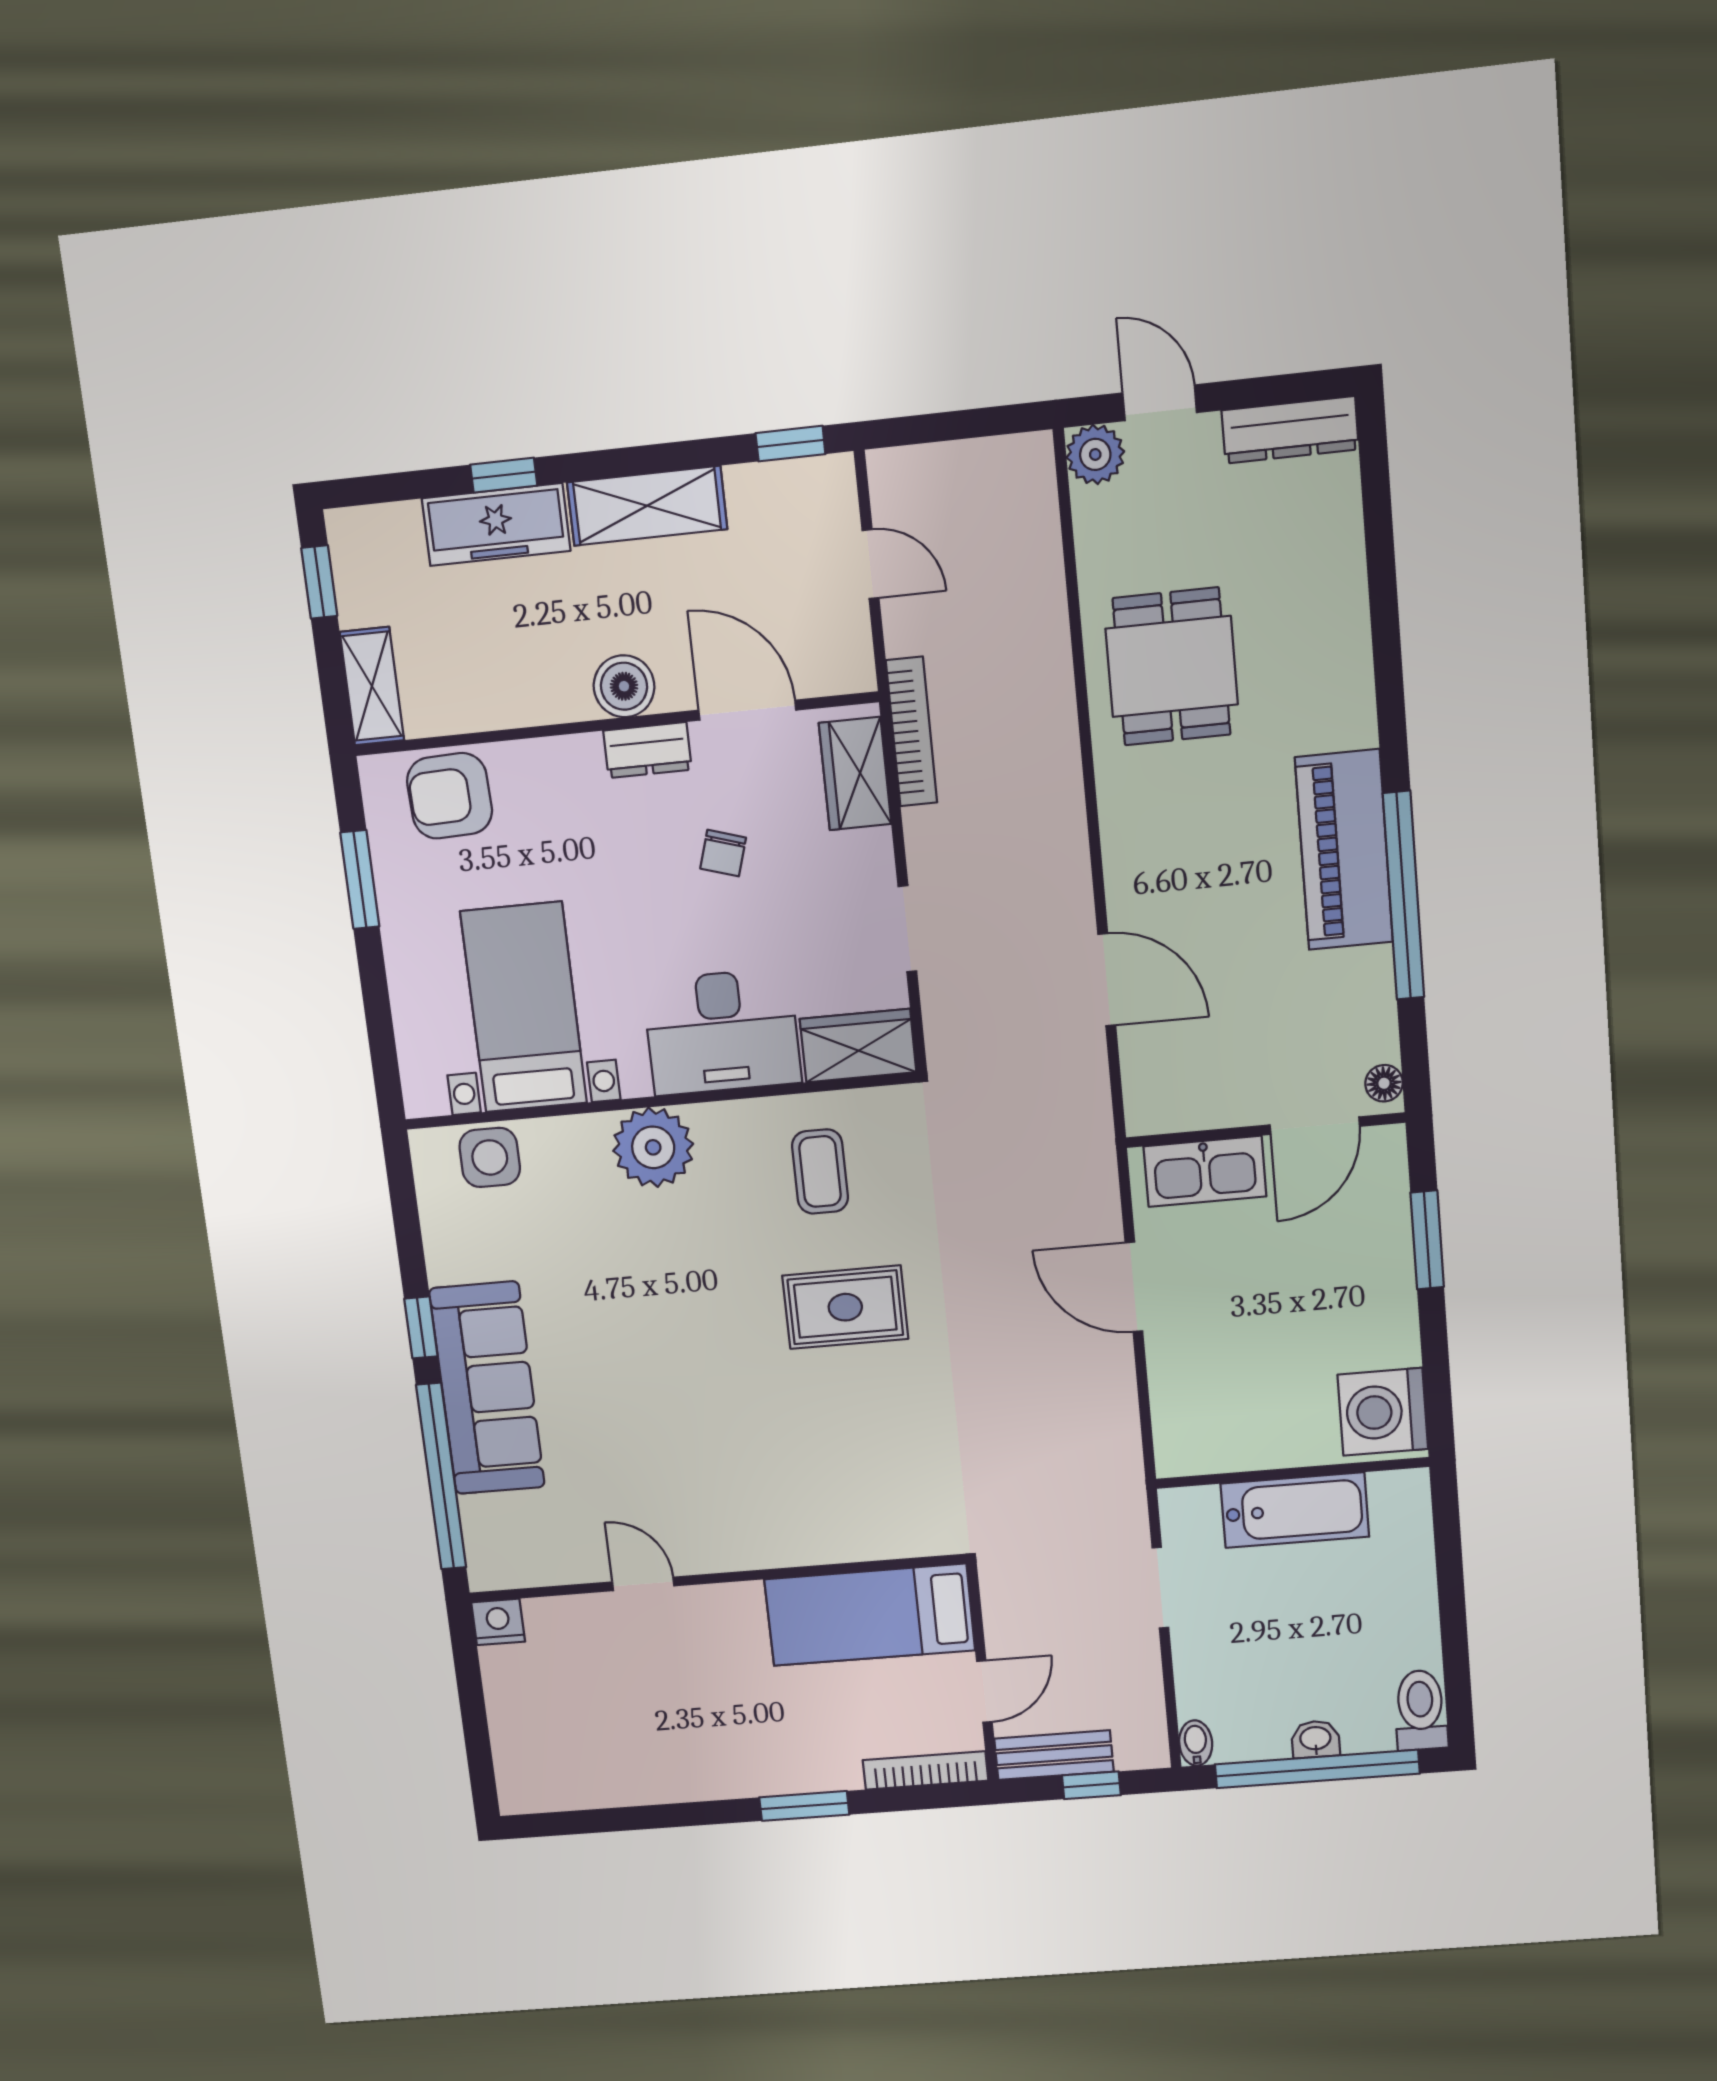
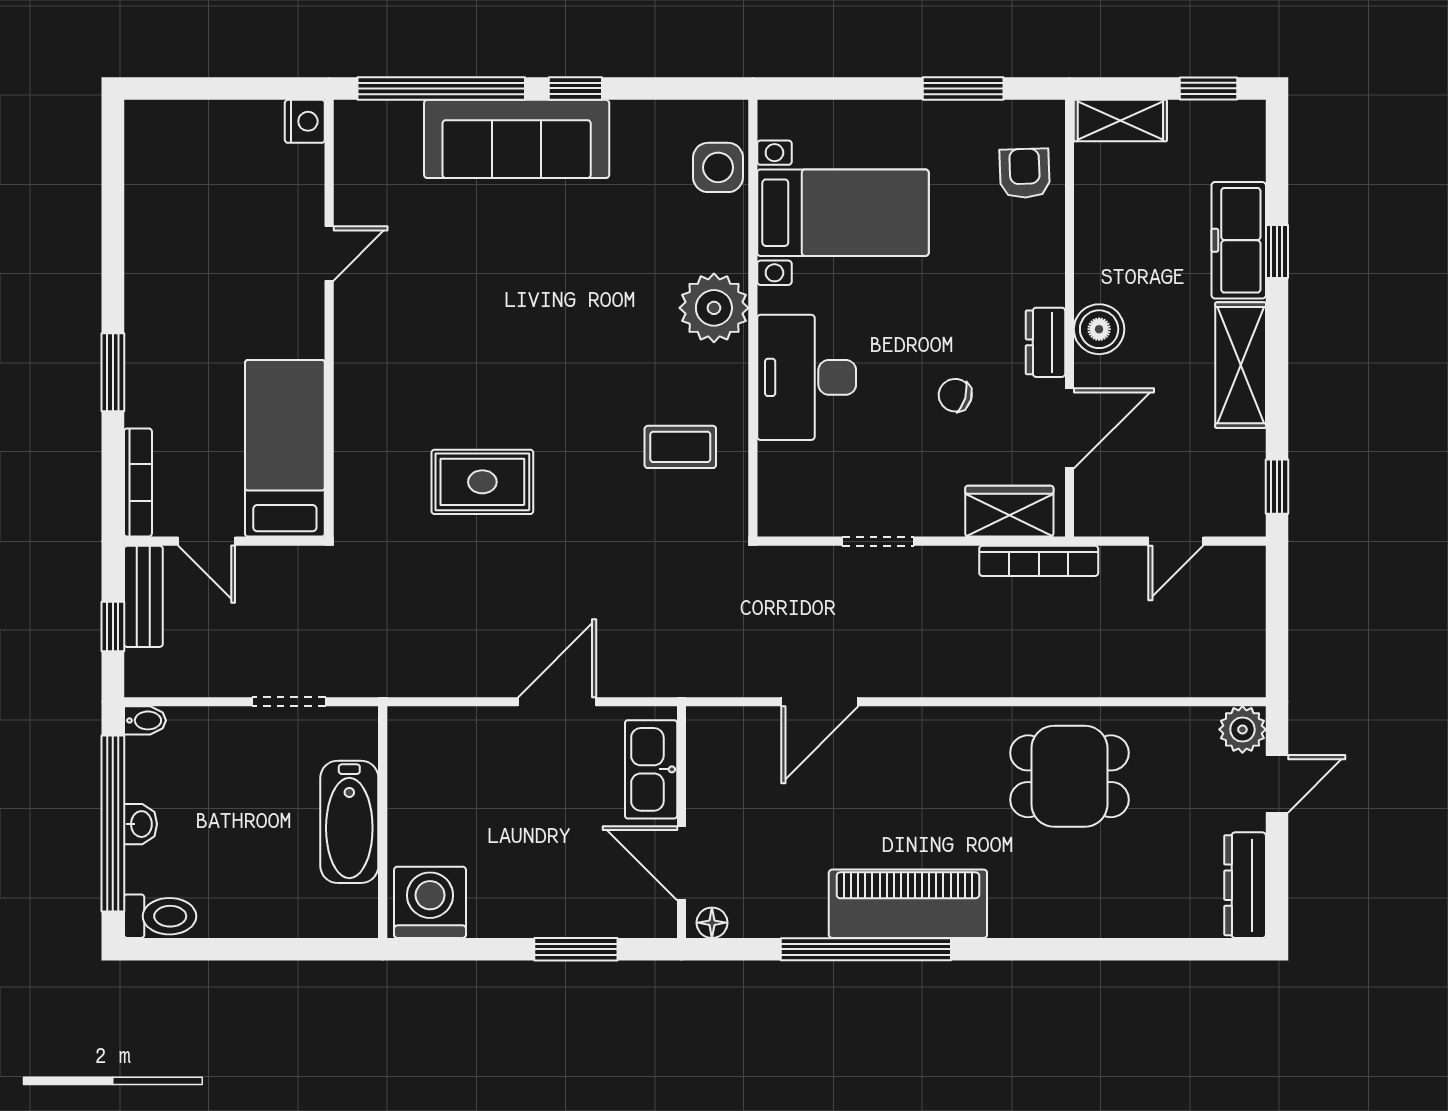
armchair: (450, 796) -> (1025, 173), width x0.72, depth x0.72
wardrobe: (858, 1046) -> (784, 490), removed
rug: (845, 1307) -> (482, 482), moved, turned 90

